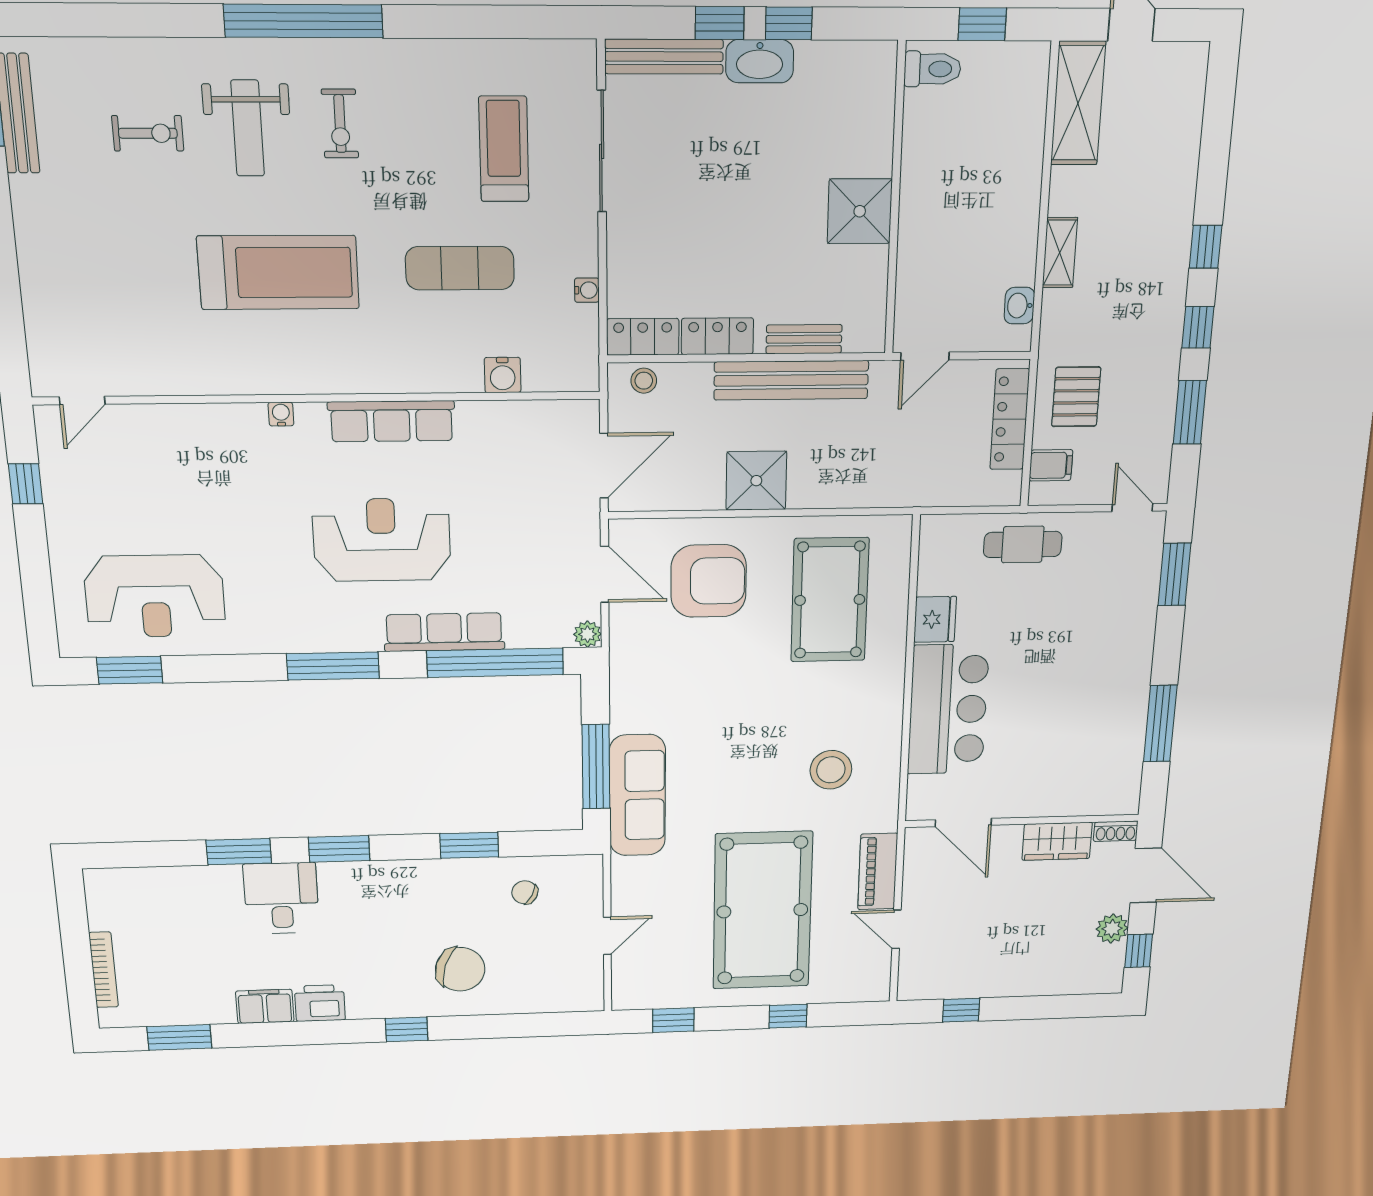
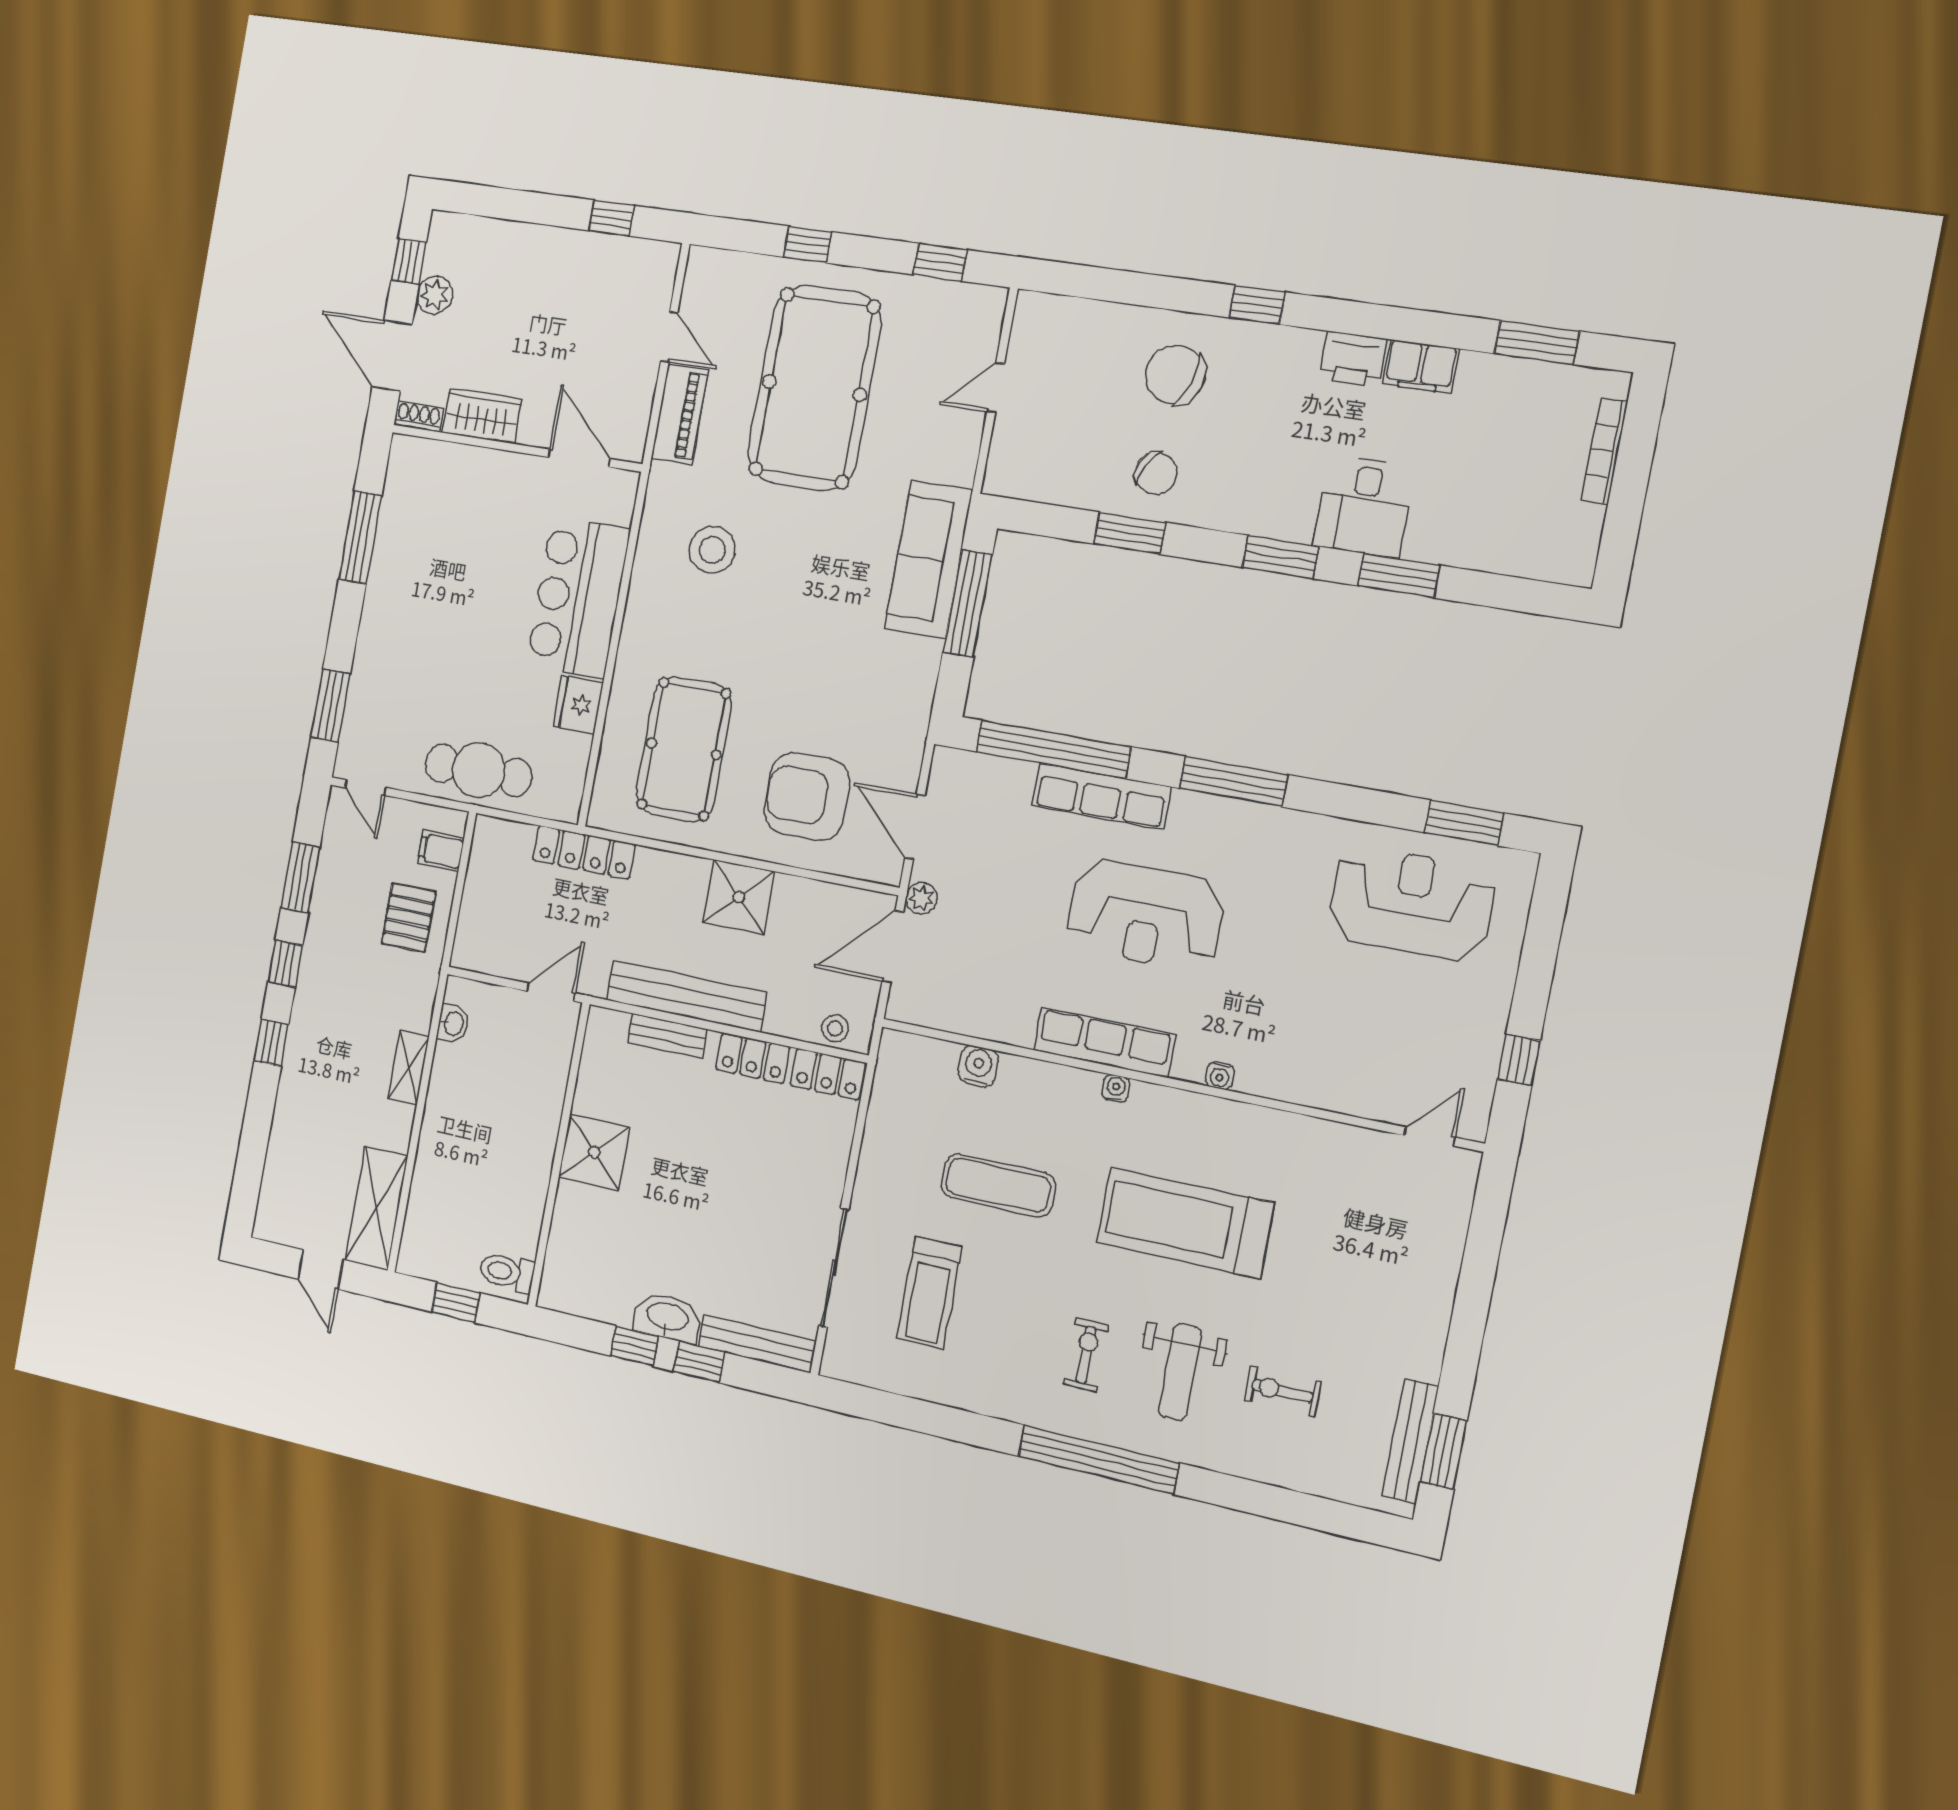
weight bench: (248, 128) -> (1180, 1372), turned 180
water cooler: (587, 290) -> (1116, 1088), moved, turned 90
locker: (1010, 419) -> (584, 852), moved, turned 90
cafe table: (1023, 544) -> (479, 770), width x1.37, depth x1.35
plant: (587, 634) -> (921, 898), moved
chair: (525, 892) -> (1156, 473), moved, width x1.37, depth x1.37

